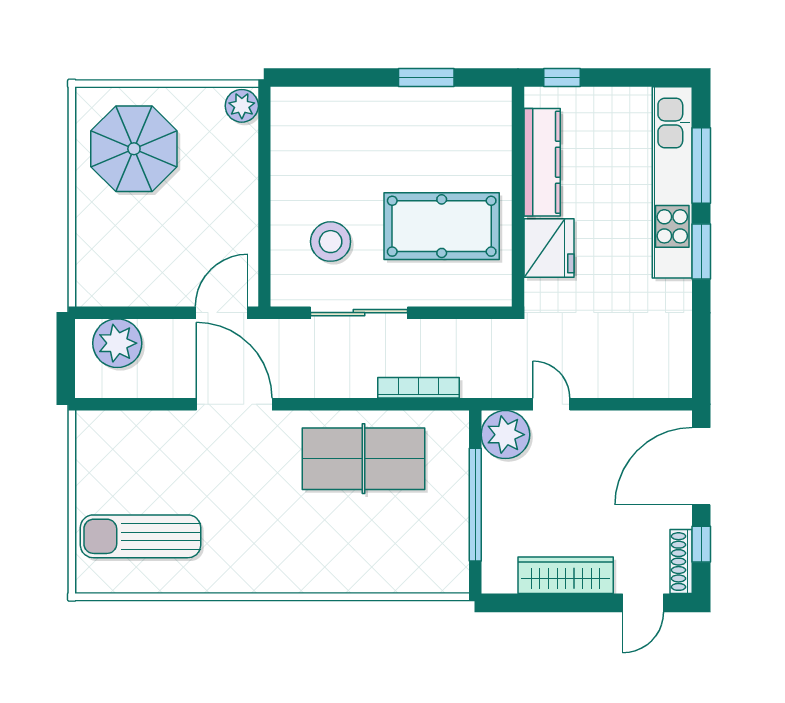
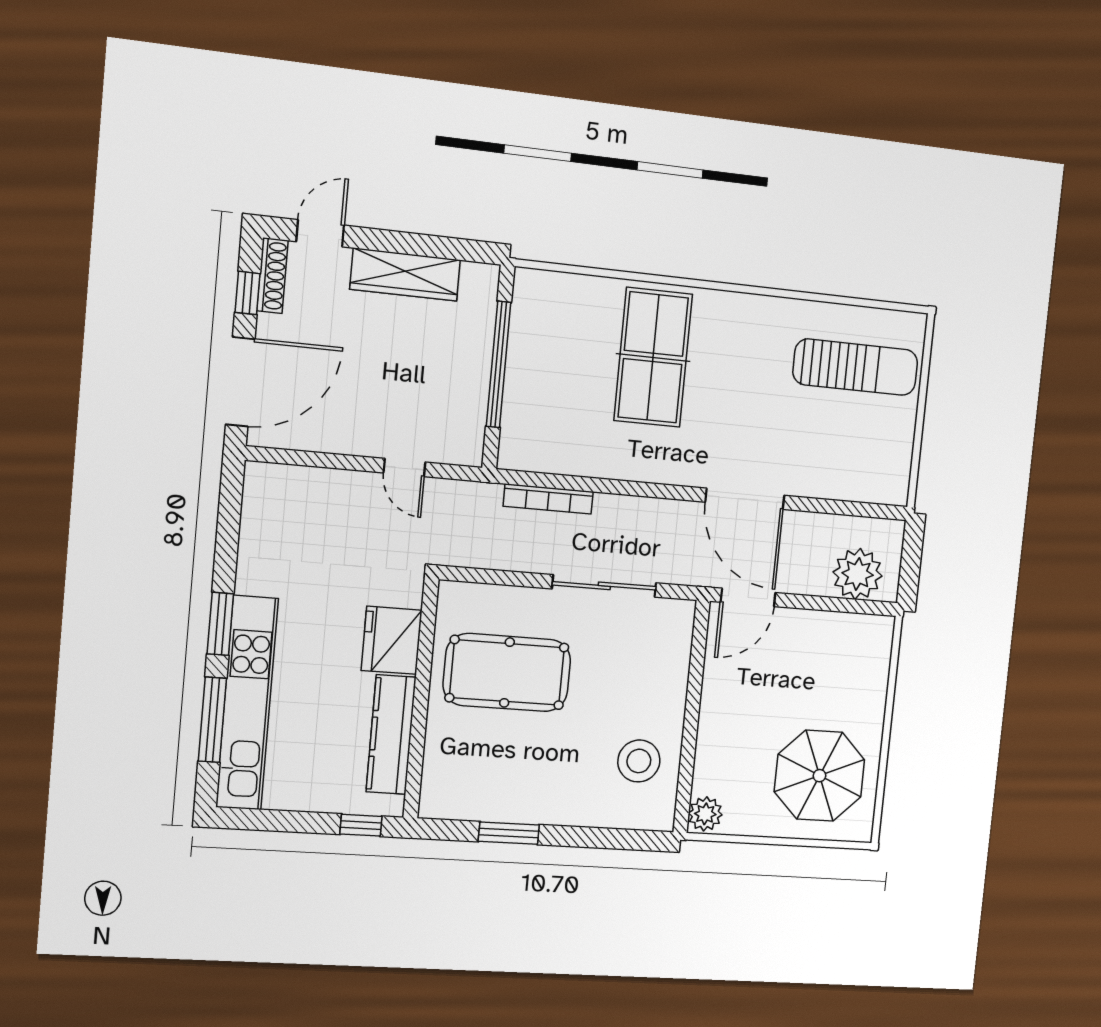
stool: (331, 242) -> (639, 761), moved
plant: (505, 435) -> (458, 439), removed
table tennis table: (363, 459) -> (653, 357), moved, turned 90

